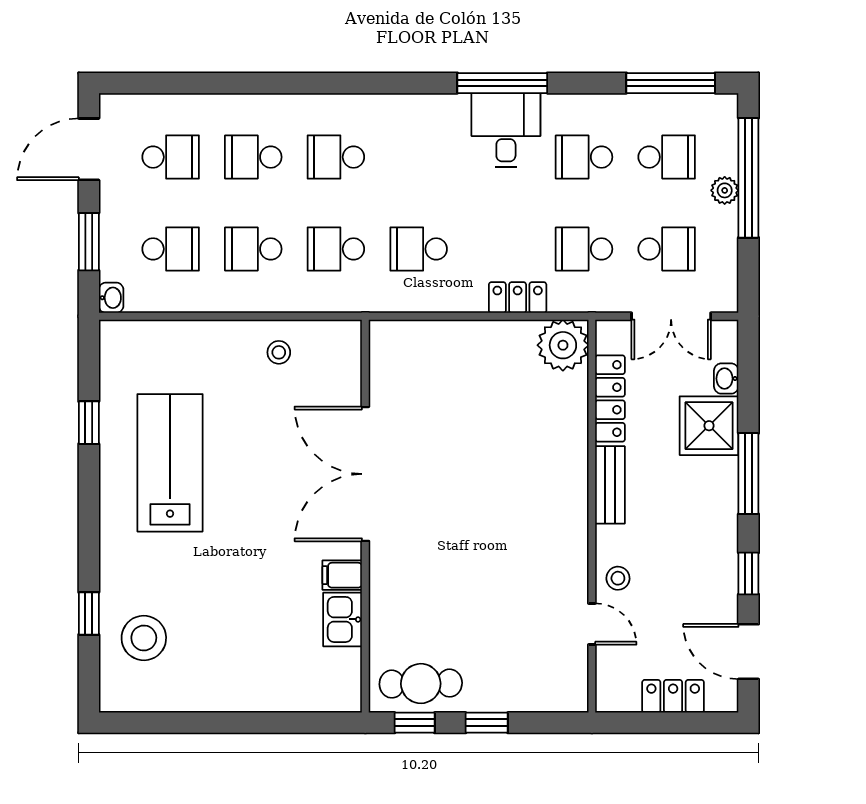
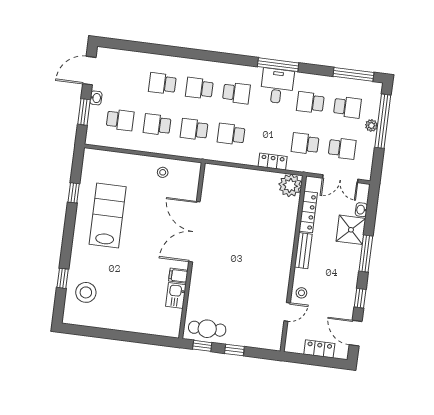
school desk: (171, 157) -> (236, 93), moved
washbasin: (111, 298) -> (96, 98), moved
door: (592, 624) -> (287, 312), hinge flipped

